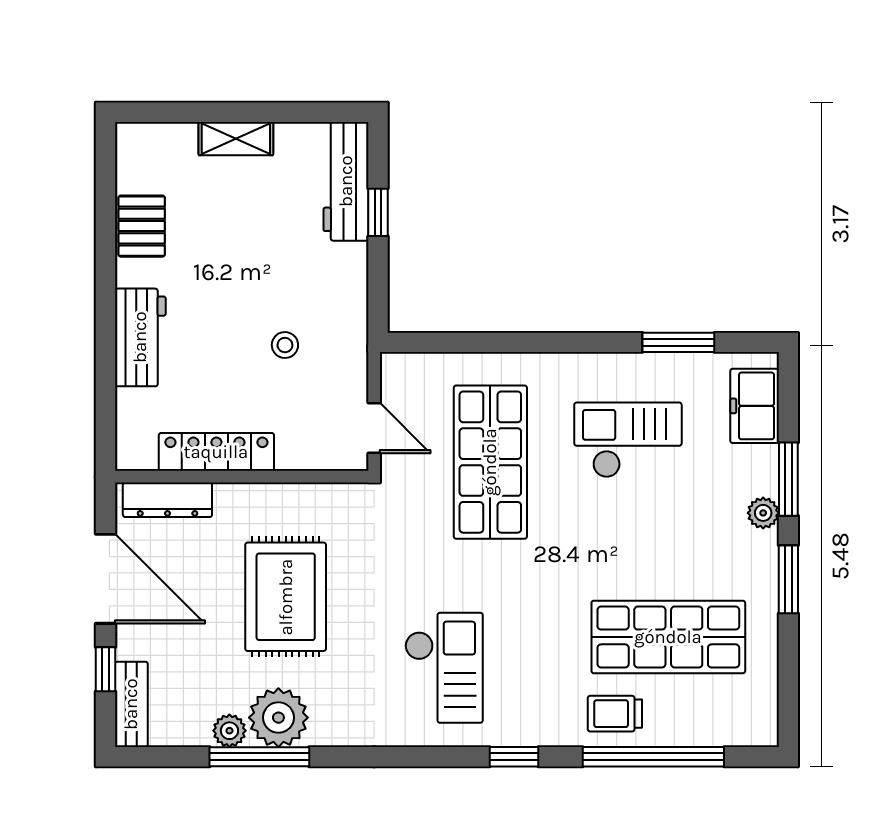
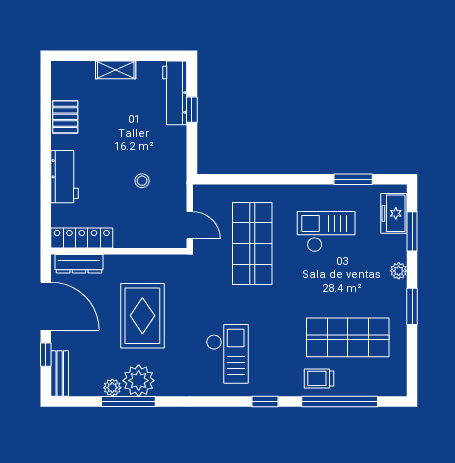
locker: (216, 452) -> (82, 238), moved
window: (788, 479) -> (412, 231), moved

